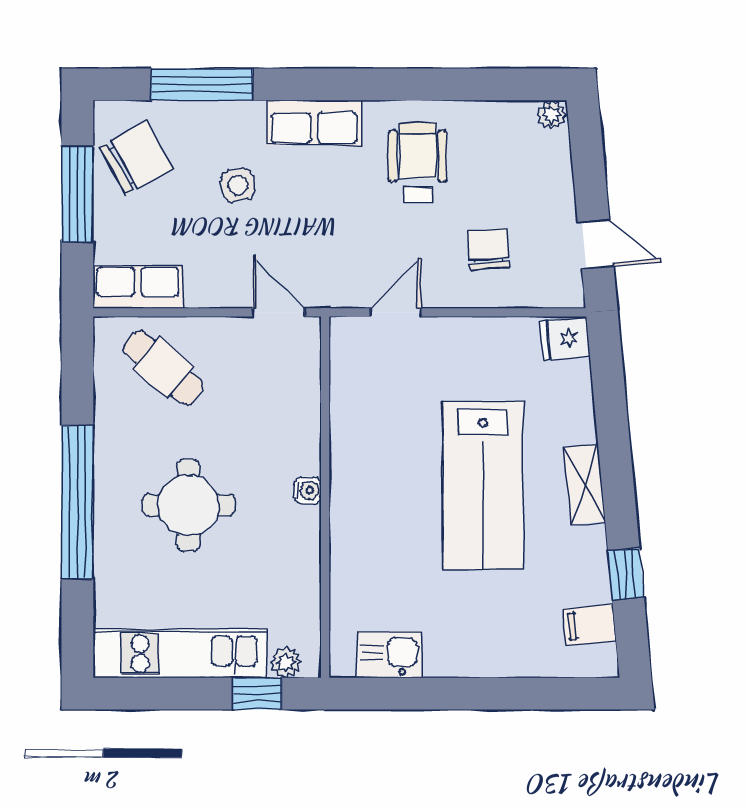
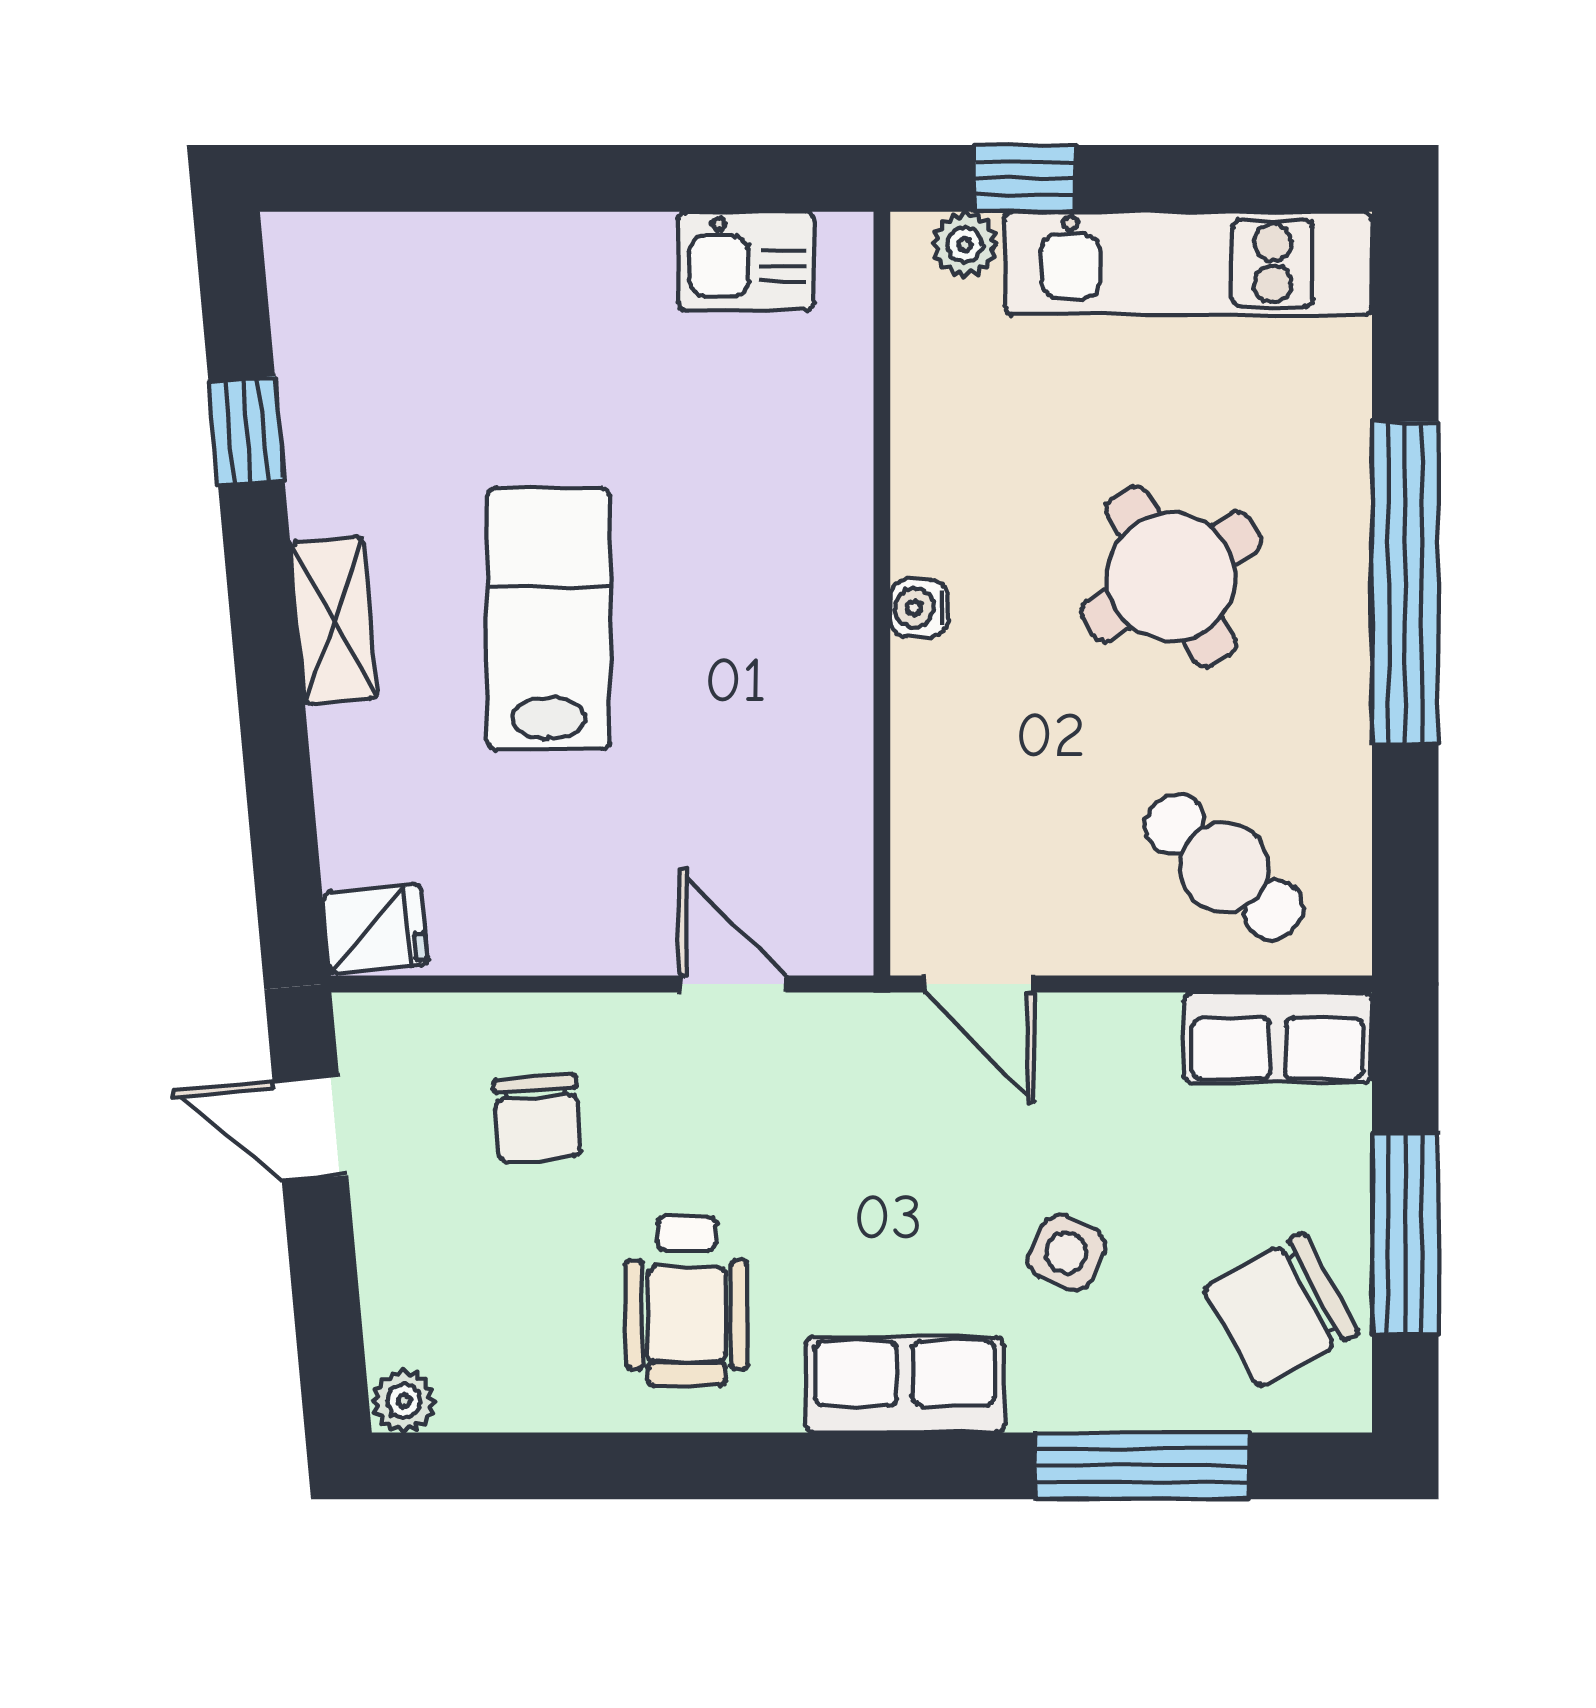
side table: (238, 185) -> (1066, 1253), turned 34
door: (396, 312) -> (732, 984), swing flipped
lab bench: (483, 485) -> (549, 619), width x0.73, depth x0.72
round table: (188, 505) -> (1171, 577), turned -31
filing cabinet: (590, 625) -> (323, 324), removed

